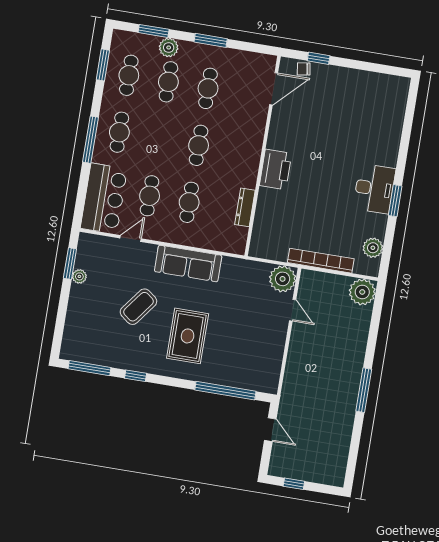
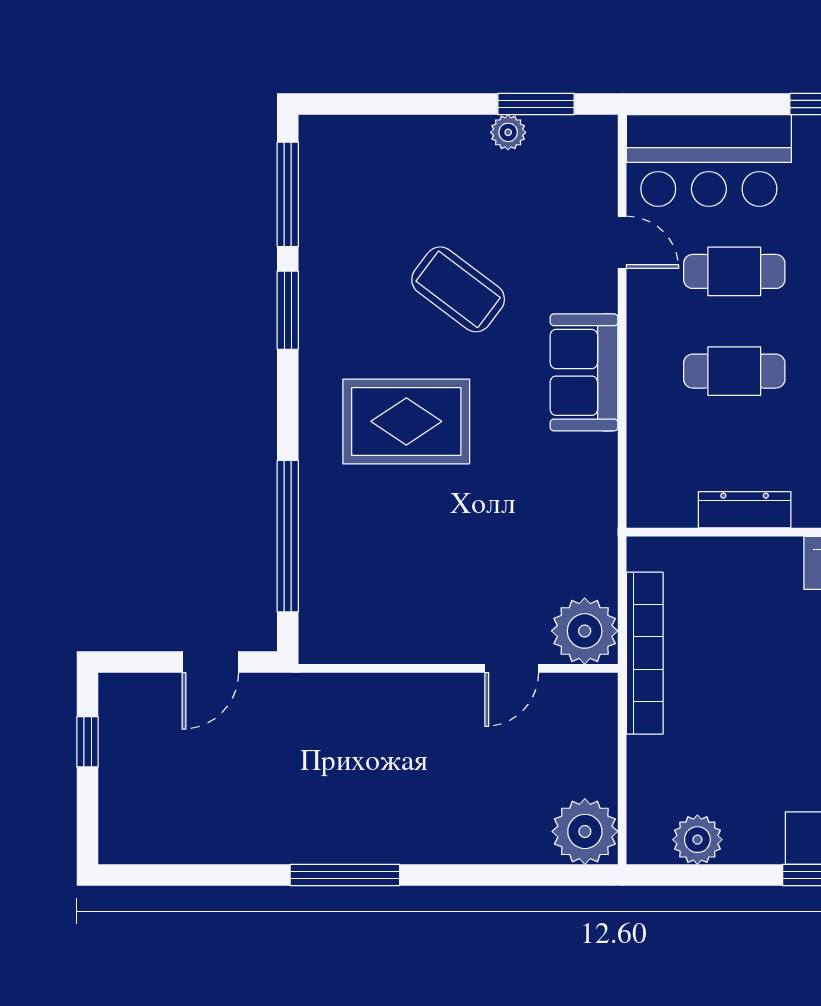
bookcase: (321, 261) -> (645, 653), moved
sofa: (188, 263) -> (584, 372), width x0.73
window: (136, 376) -> (288, 310), width x1.50

